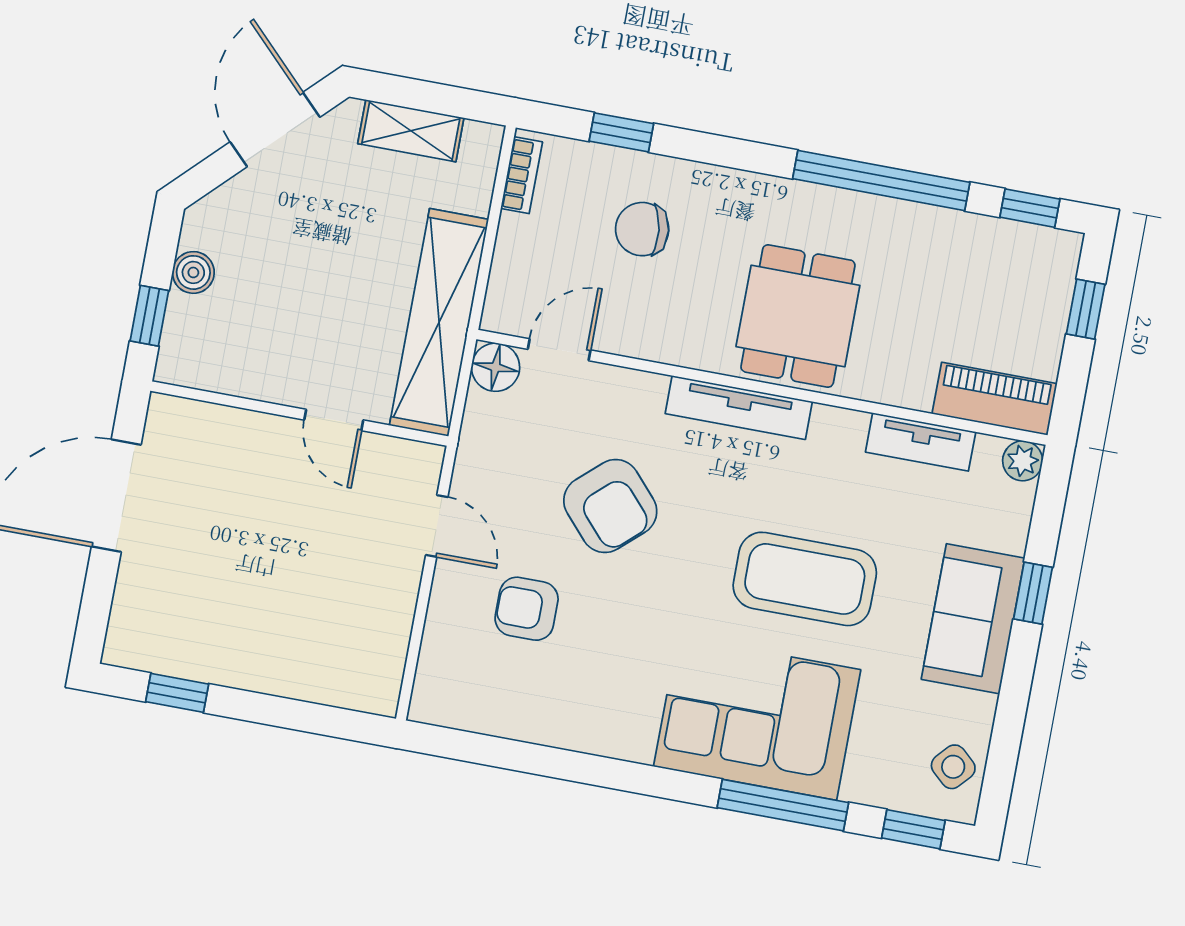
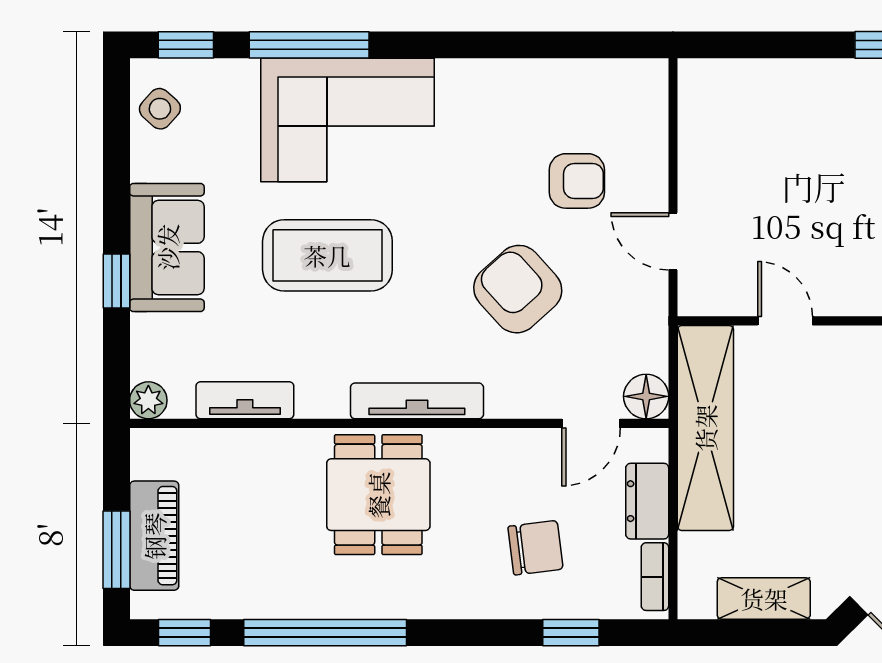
dresser: (515, 256) -> (647, 501), added
window: (1086, 309) -> (116, 550), width x1.50
piano: (995, 399) -> (154, 536), moved, turned -90

